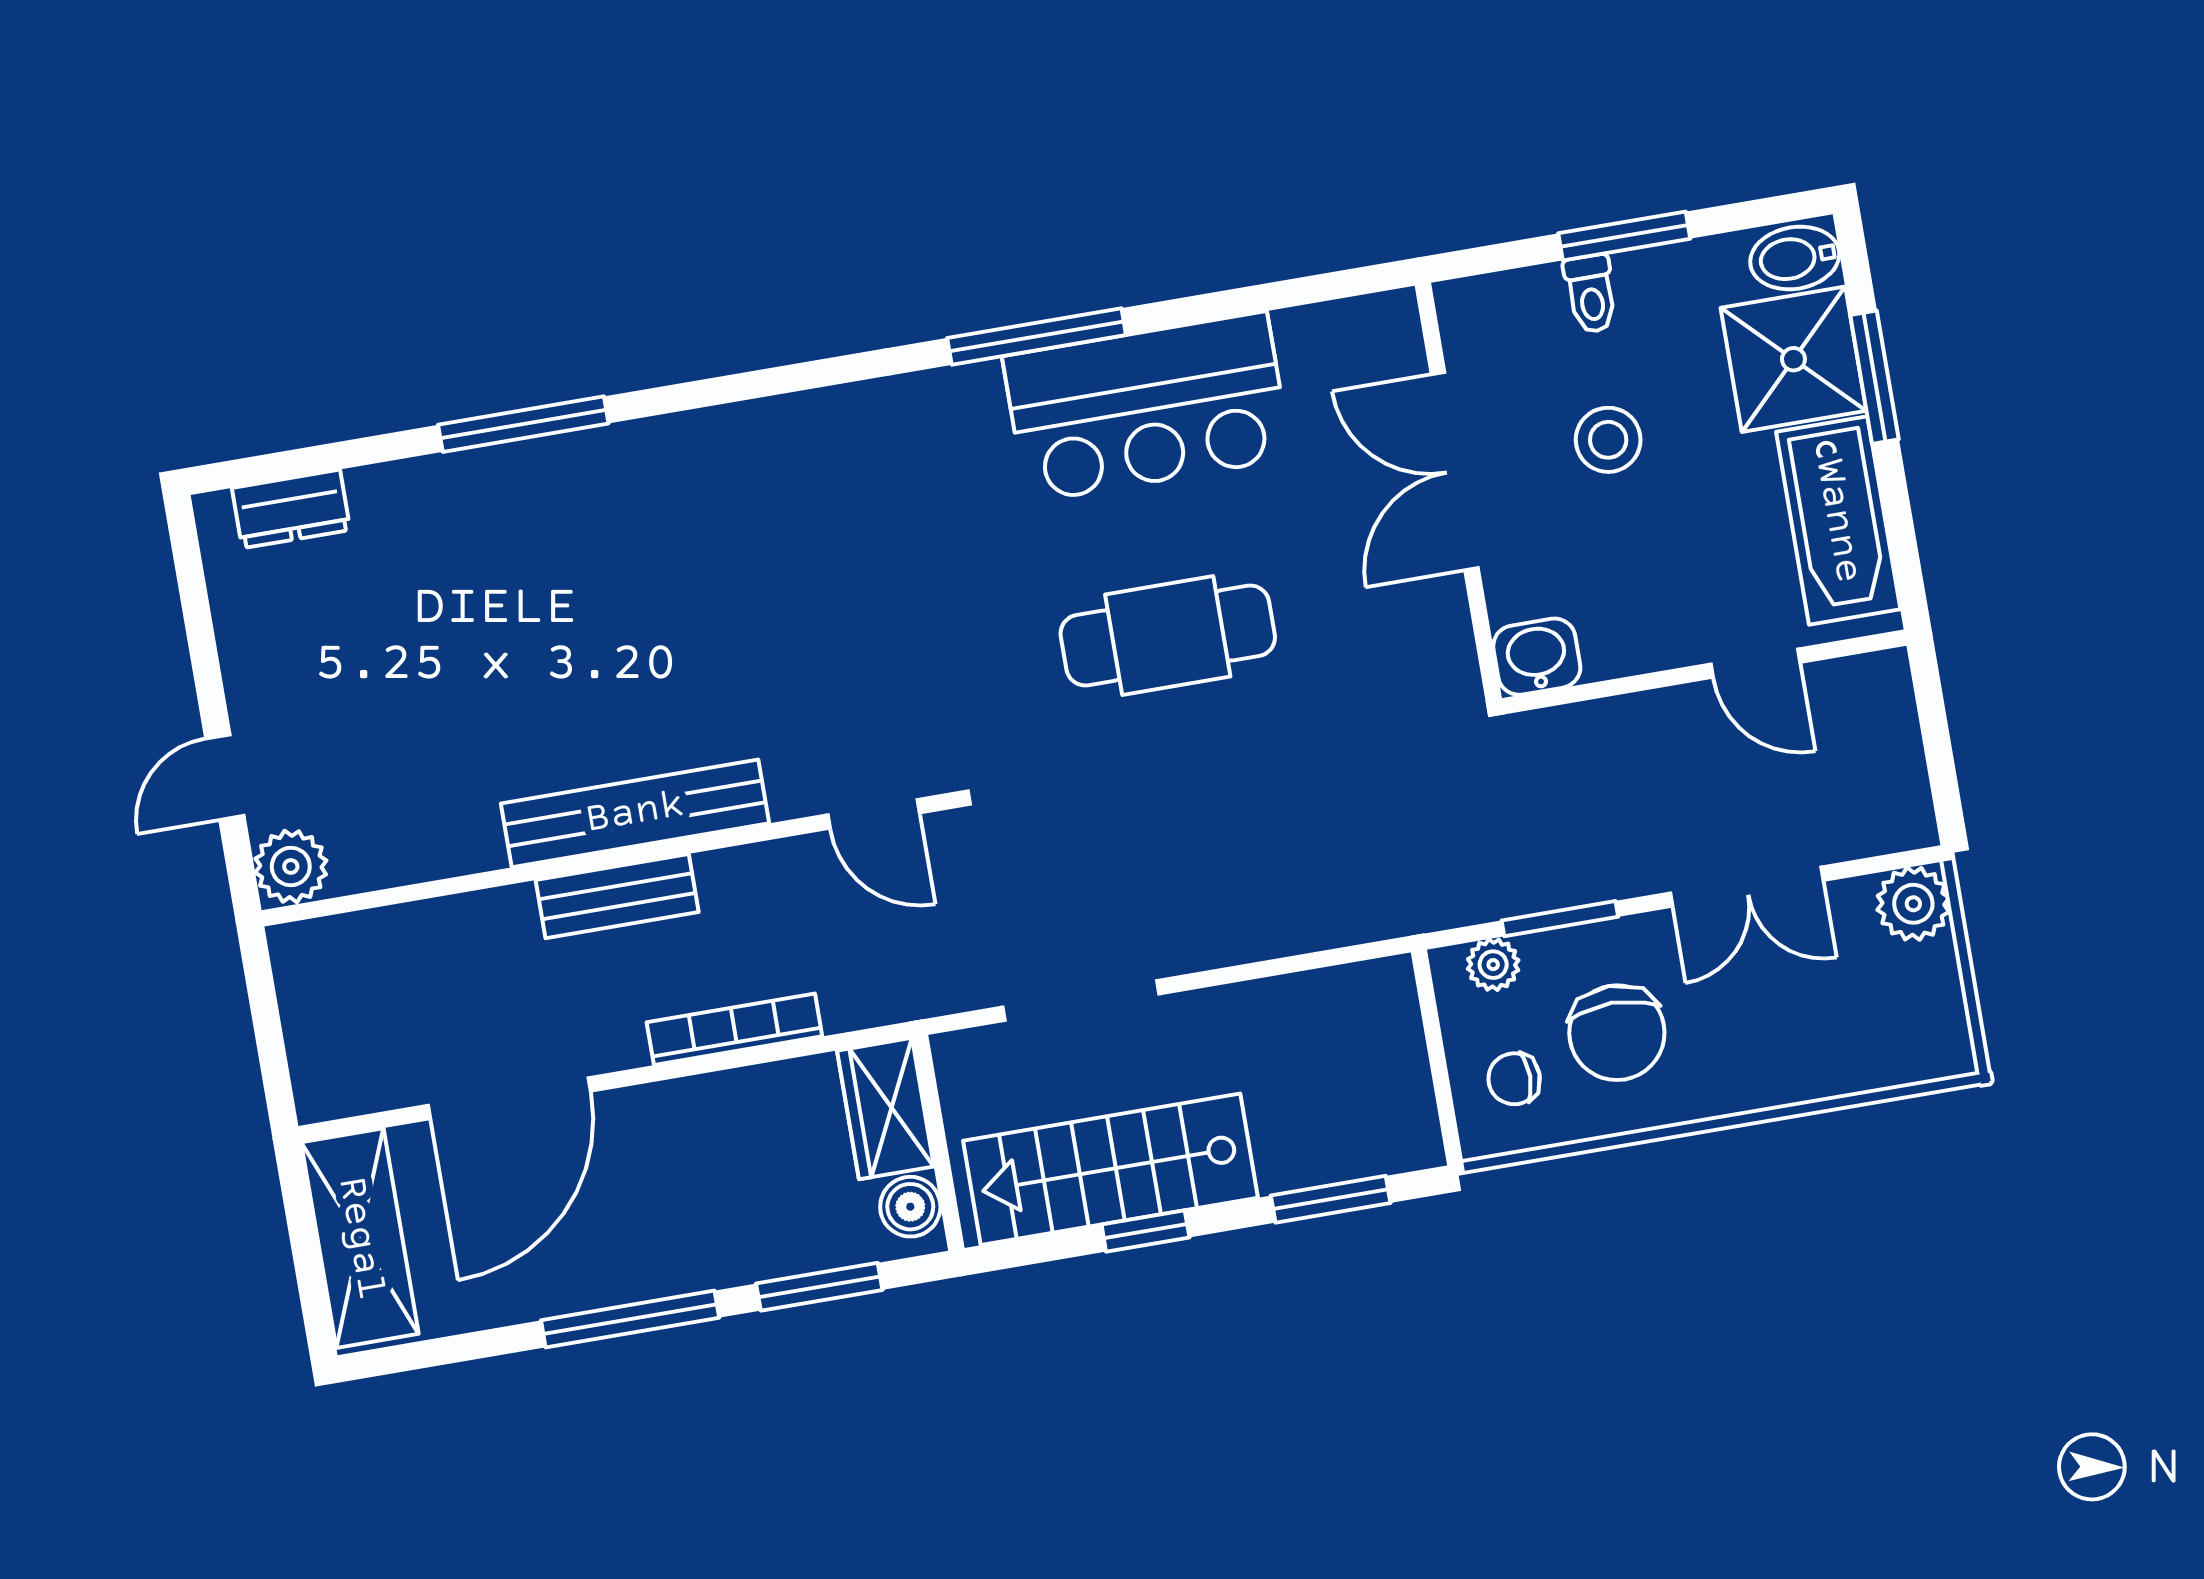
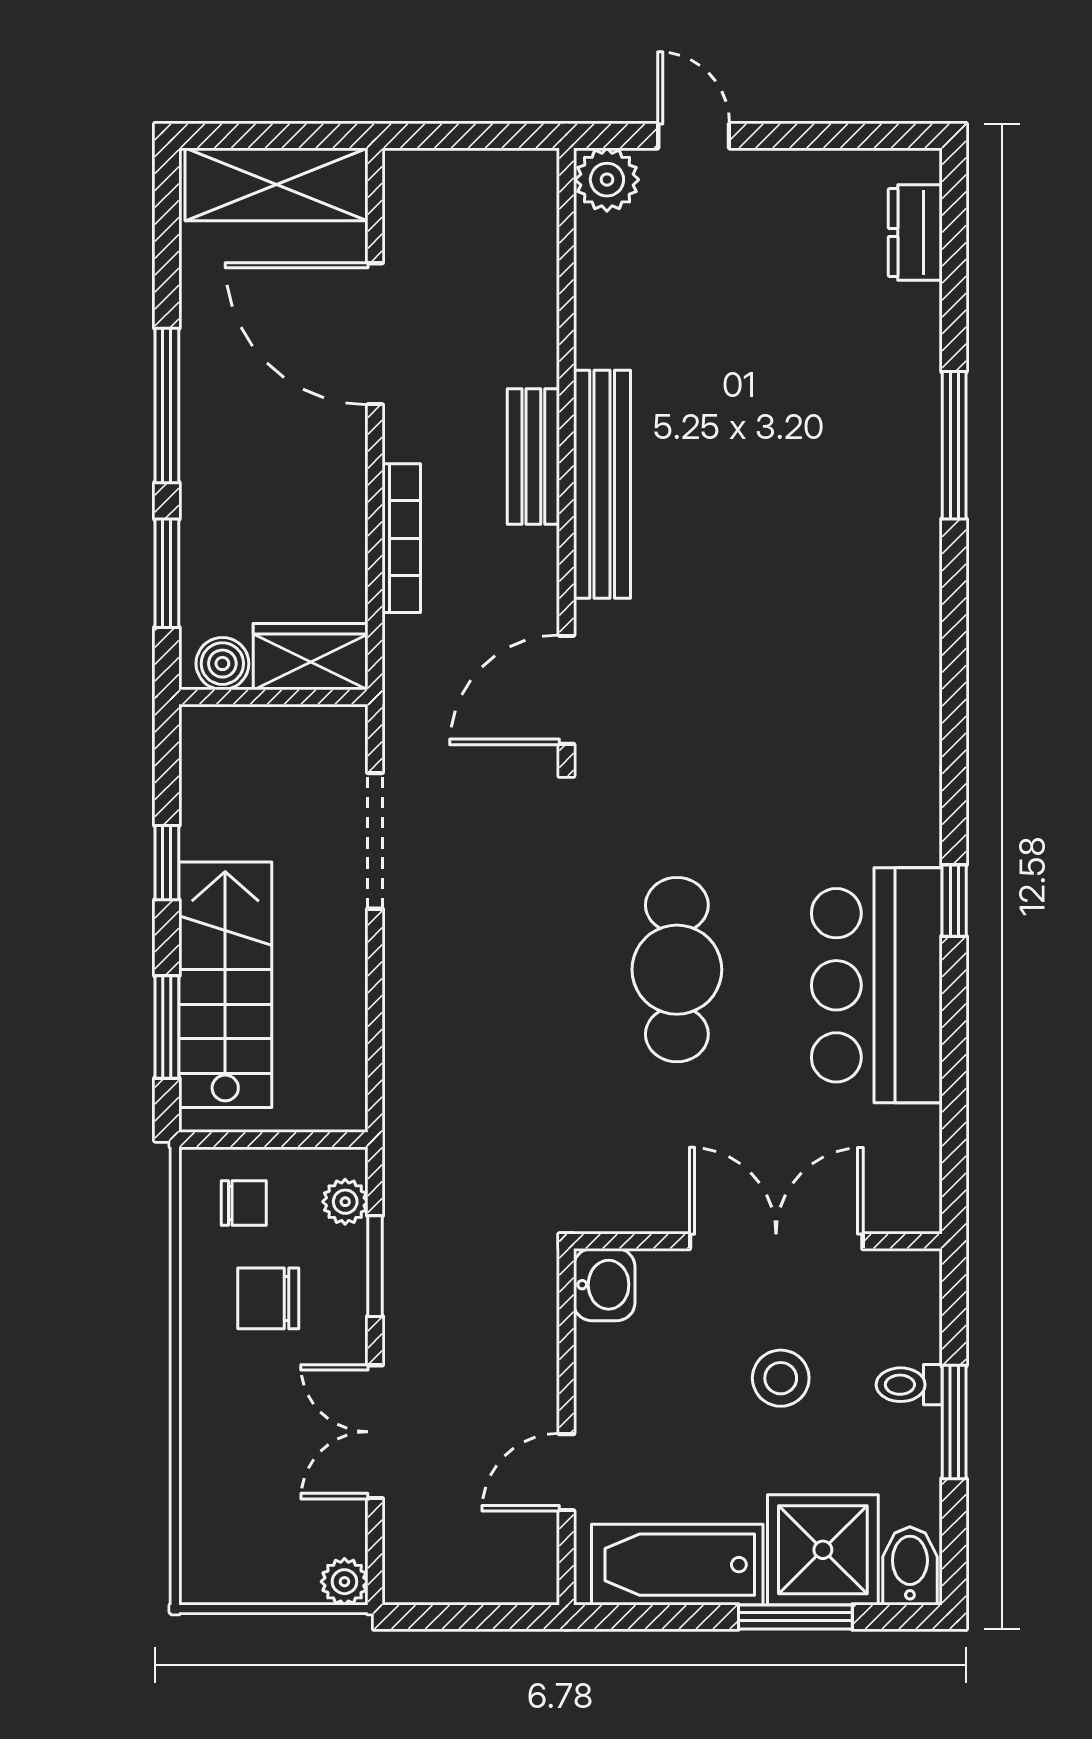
window: (1037, 336) -> (954, 901), width x0.46
door: (874, 814) -> (566, 690), width x1.38
plant: (1913, 904) -> (344, 1582), width x0.73, depth x0.73
chair: (1617, 1033) -> (268, 1298), width x0.73, depth x0.73
chair: (1514, 1079) -> (244, 1203), turned 90
stairs: (1111, 1169) -> (225, 985), moved

